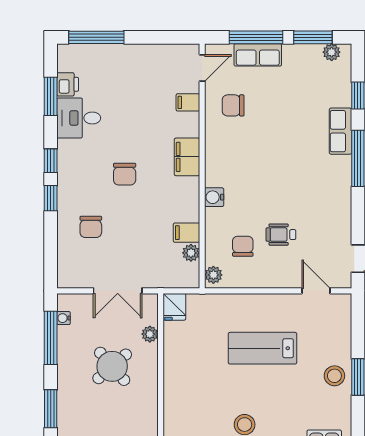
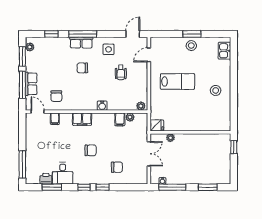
row of seats: (340, 131) -> (81, 43), moved
side table: (327, 210) -> (109, 49), added
chair: (243, 246) -> (82, 68), moved
lab bench: (262, 348) -> (177, 81), turned -90
round table: (112, 366) -> (187, 157), removed

